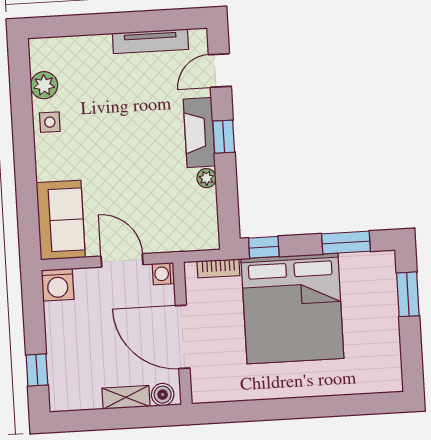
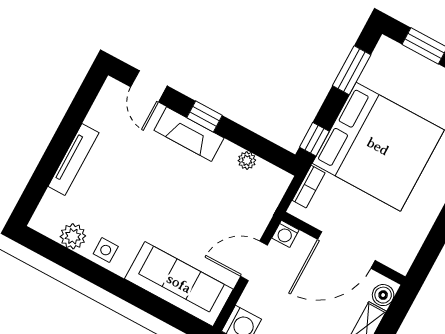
tv unit: (150, 41) -> (73, 159), moved
plant: (206, 178) -> (247, 160), moved
sofa: (61, 220) -> (179, 284), width x1.36

